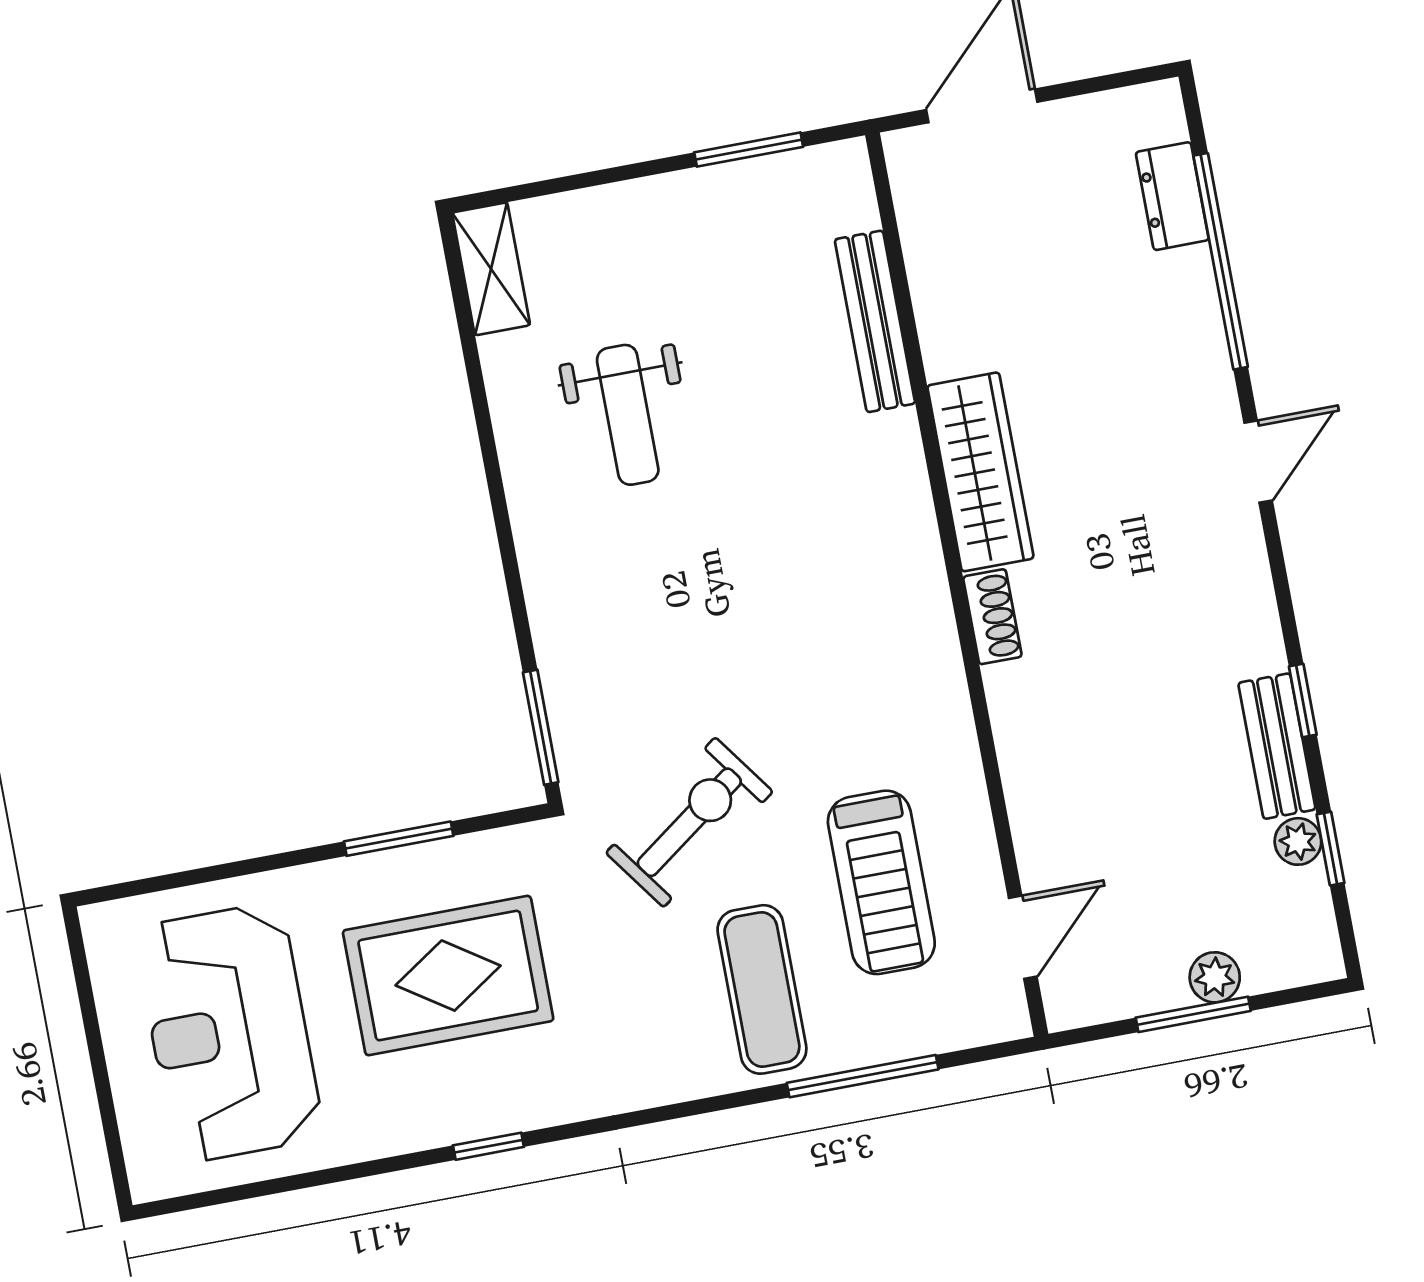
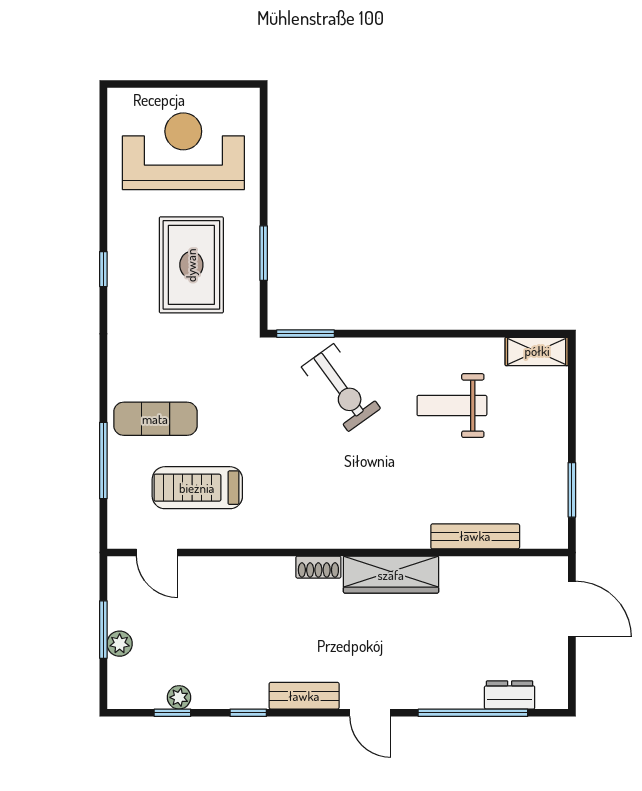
bench: (1277, 746) -> (304, 696), moved
exercise bike: (689, 822) -> (341, 388), moved

